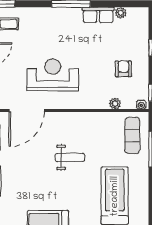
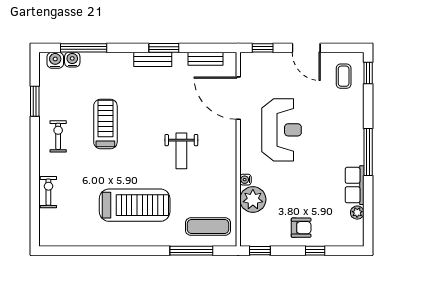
armchair: (123, 69) -> (301, 228), moved
plant: (115, 104) -> (253, 199), width x1.88, depth x1.88
water cooler: (141, 105) -> (246, 180), moved

